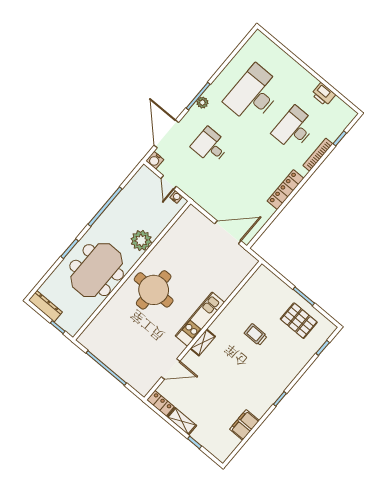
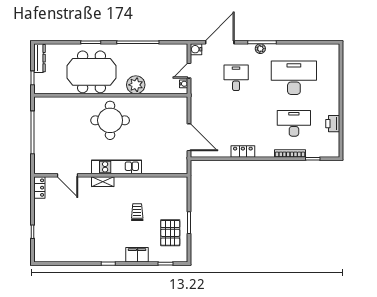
locker: (286, 190) -> (243, 152), width x0.66
shelving: (182, 421) -> (39, 212), removed
filing cabinet: (244, 425) -> (137, 255), moved

